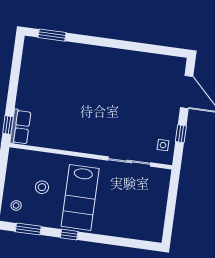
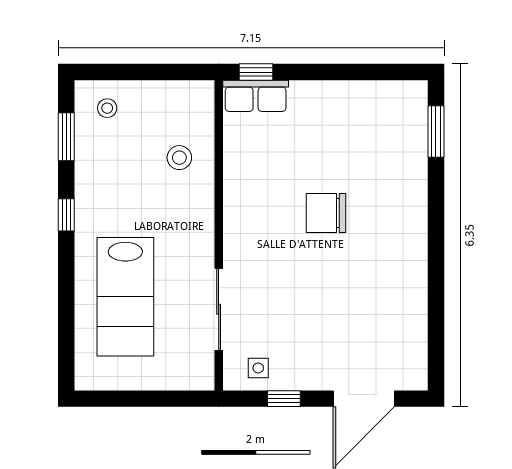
chair: (87, 98) -> (326, 213), added
stool: (42, 187) -> (179, 158), moved
lab bench: (80, 197) -> (125, 297), moved, turned -90

